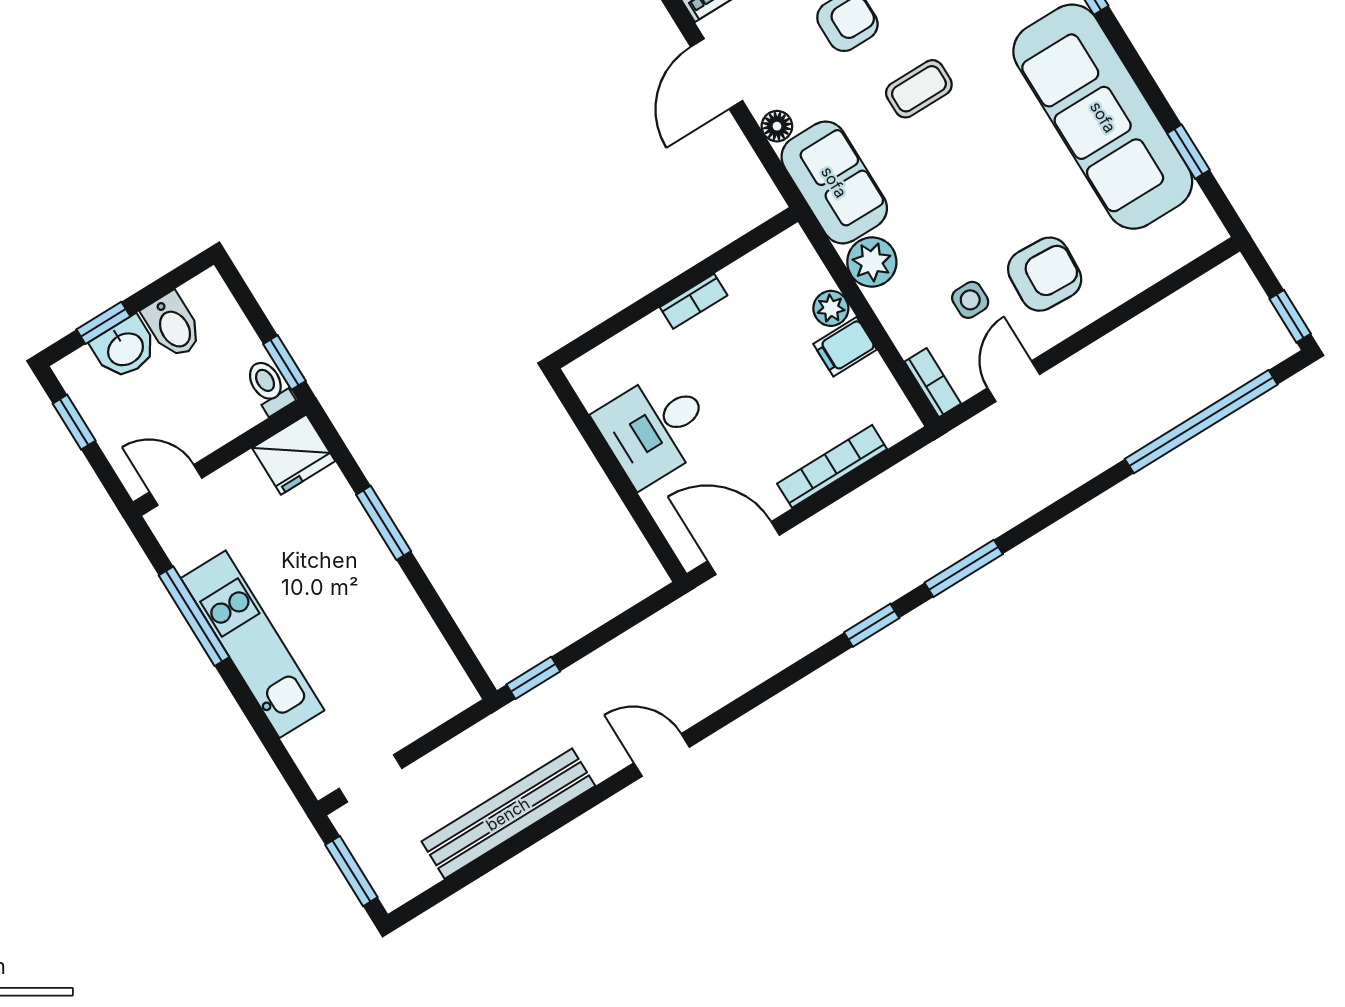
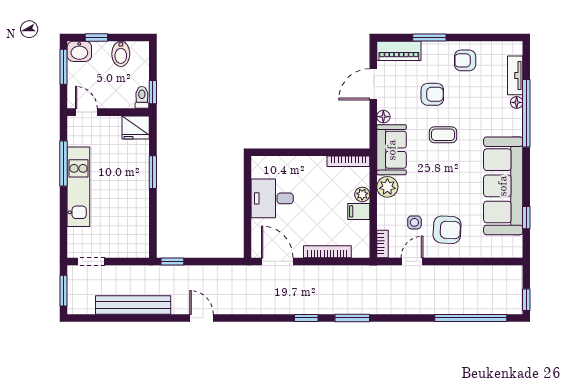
bookcase: (694, 301) -> (348, 161), moved, width x1.56
washbasin: (125, 348) -> (79, 51), moved
window: (74, 422) -> (64, 67), width x1.50

